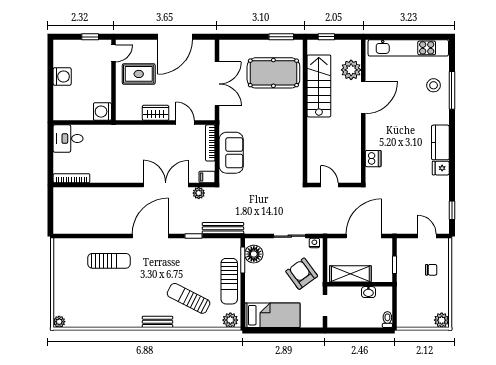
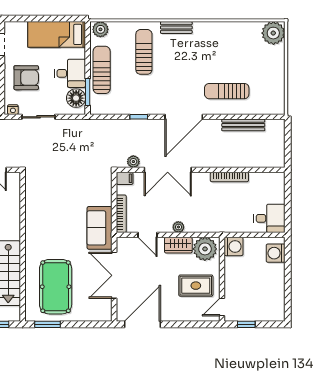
door: (175, 37) -> (142, 324), moved
pool table: (273, 73) -> (56, 287), turned 90
washing machine: (62, 76) -> (276, 253), moved
plant: (130, 109) -> (205, 249), added
plant: (155, 130) -> (178, 227), added
sofa: (231, 153) -> (100, 228), moved
bookcase: (71, 178) -> (229, 177), moved
bench: (223, 228) -> (243, 125), moved
armchair: (302, 274) -> (26, 78), turned -54
desk: (259, 278) -> (70, 73), added
sun lounger: (189, 298) -> (144, 52), turned -117
plant: (59, 322) -> (273, 33), width x1.88, depth x1.88

